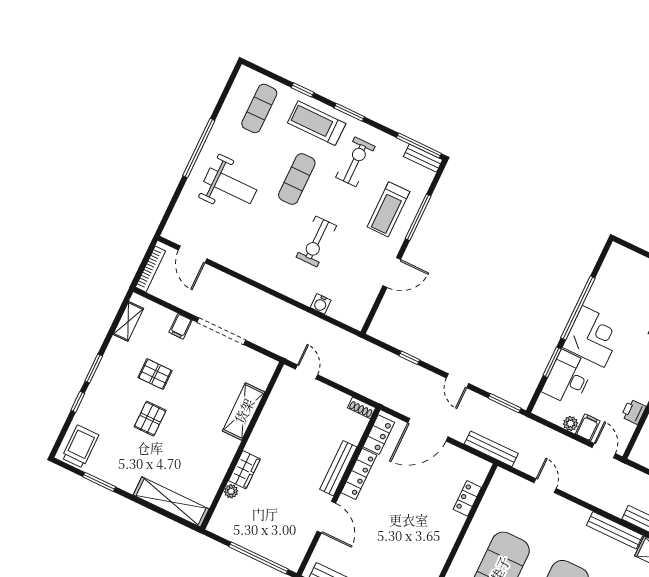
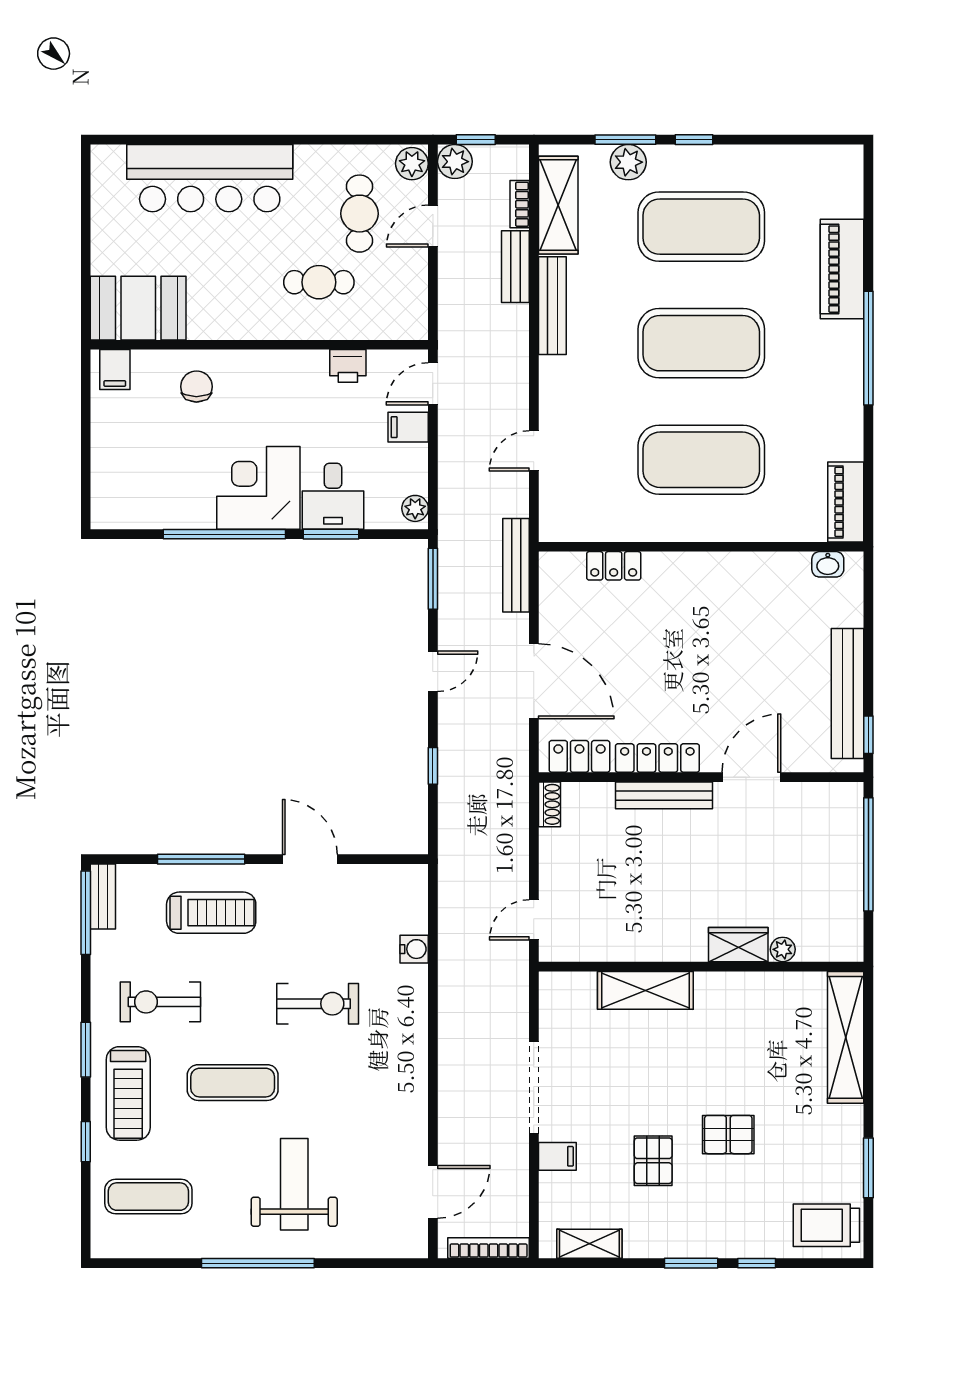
desk: (568, 378) -> (333, 496), width x0.73
plant: (570, 423) -> (415, 508), moved

